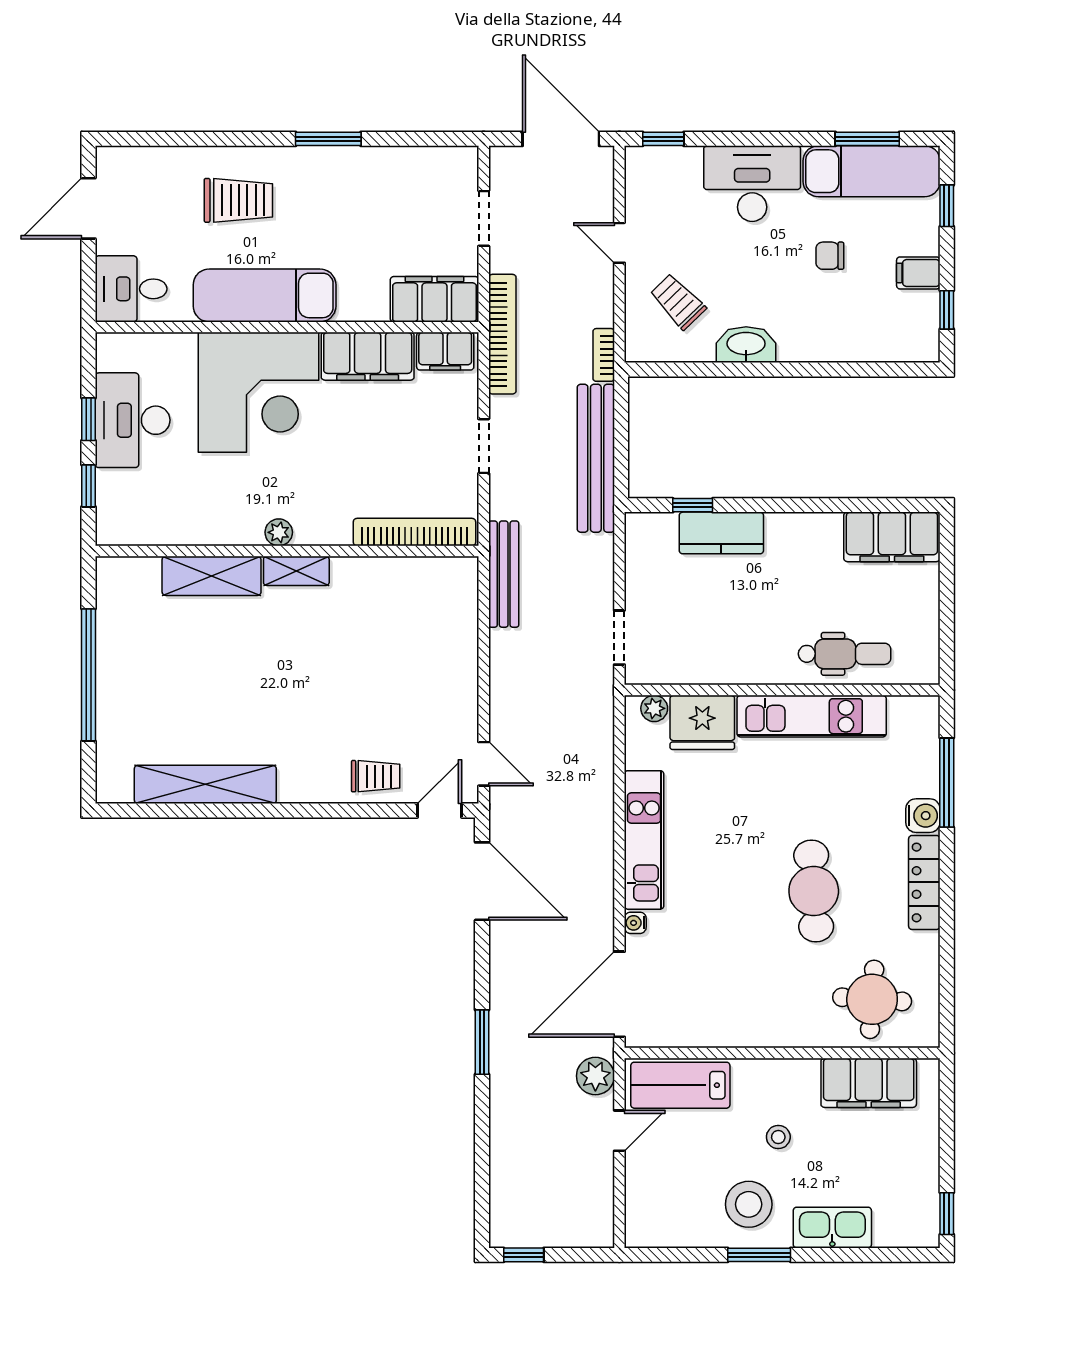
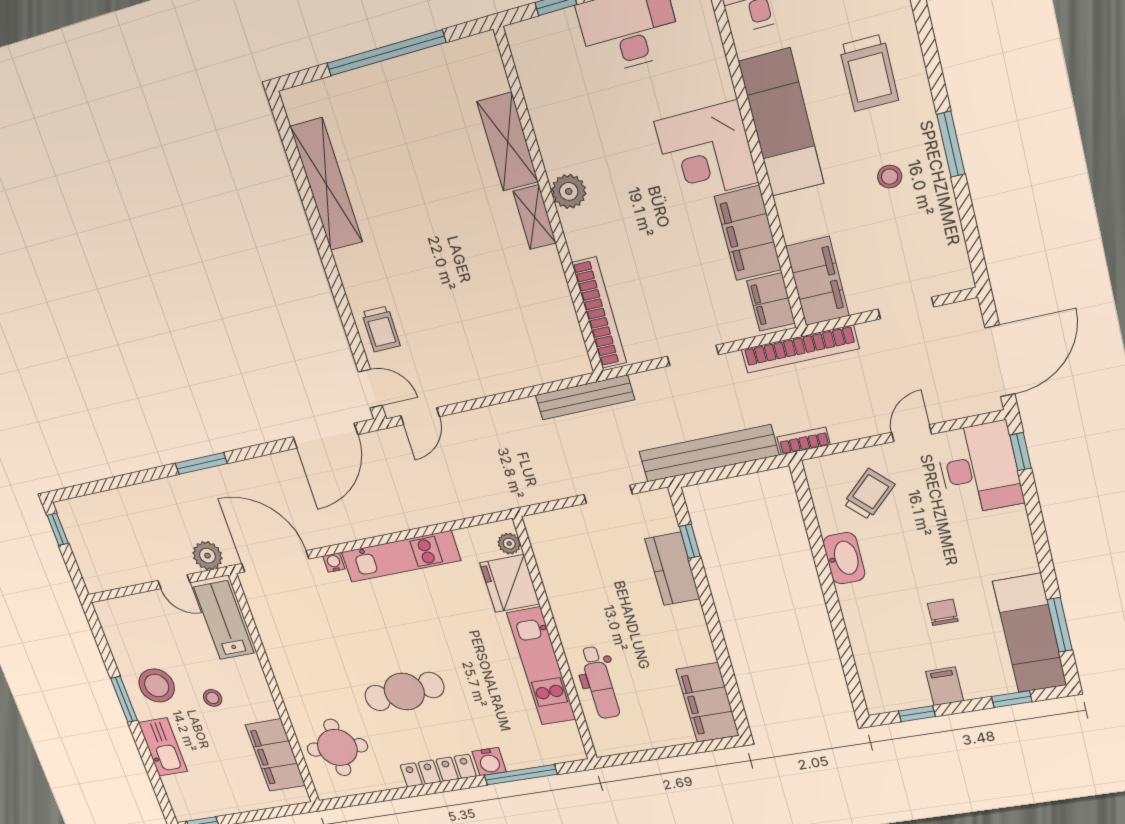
desk: (752, 184) -> (979, 468), moved
stool: (345, 204) -> (890, 177), added
corner desk: (258, 392) -> (706, 152), width x0.74, depth x0.74
plant: (279, 532) -> (569, 191), width x1.38, depth x1.38
doorway: (619, 638) -> (608, 494), moved

